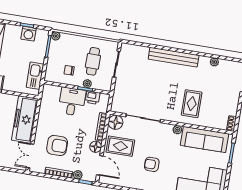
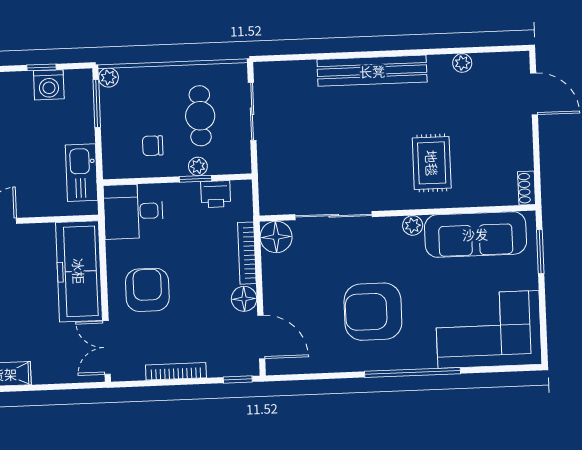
desk: (72, 102) -> (133, 211), moved, turned -90
armchair: (57, 145) -> (147, 290), moved, turned -90
rug: (120, 146) -> (297, 286), removed
armchair: (152, 164) -> (373, 312), width x1.88, depth x1.88
plant: (78, 175) -> (218, 367), removed

